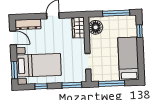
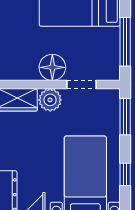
floor lamp: (96, 27) -> (52, 67), moved
plant: (79, 45) -> (50, 100), added

